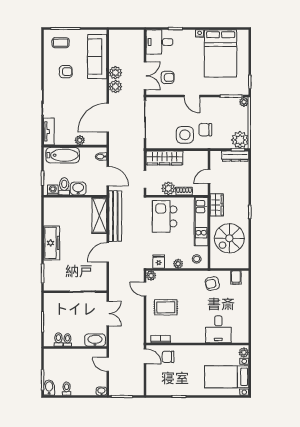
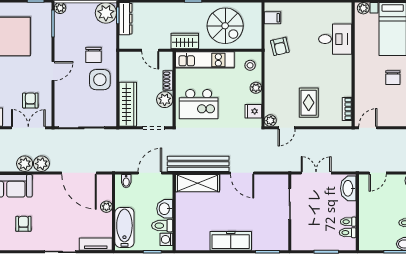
chair: (168, 357) -> (393, 78), moved

